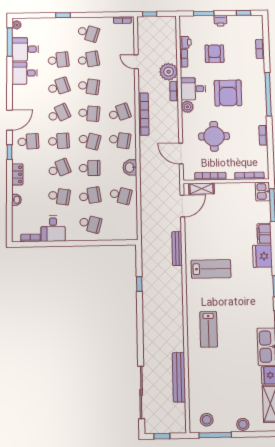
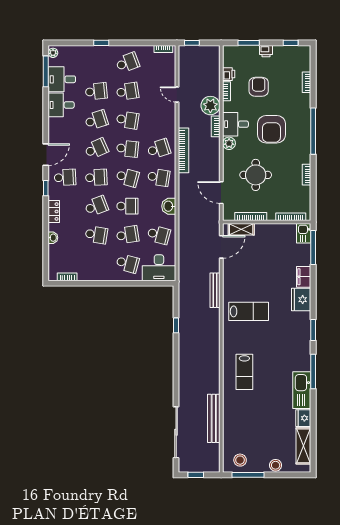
school desk: (88, 33) -> (127, 63), turned -39
desk: (53, 229) -> (159, 268), moved, width x1.37

